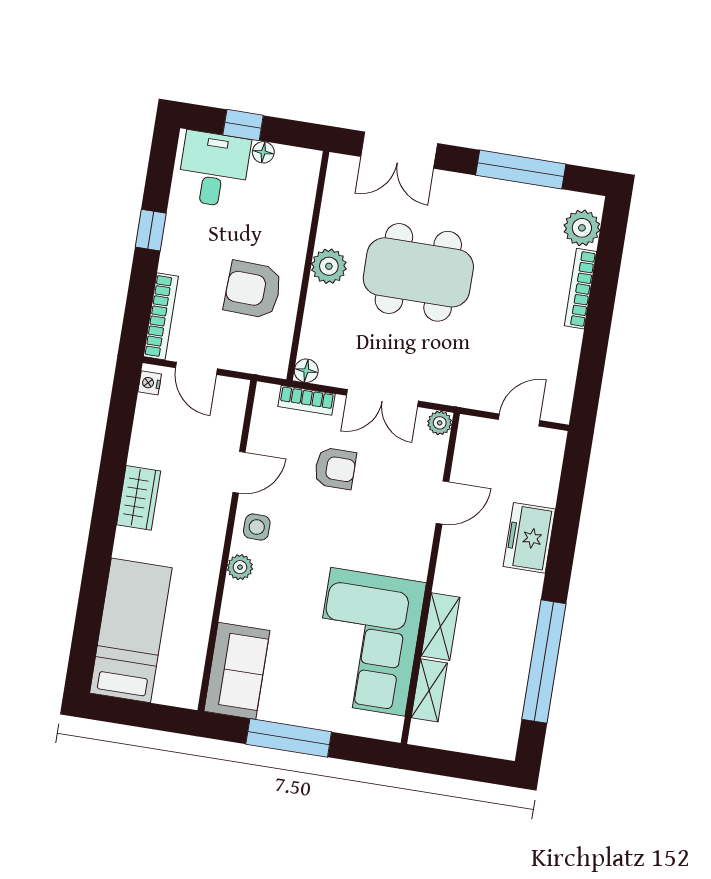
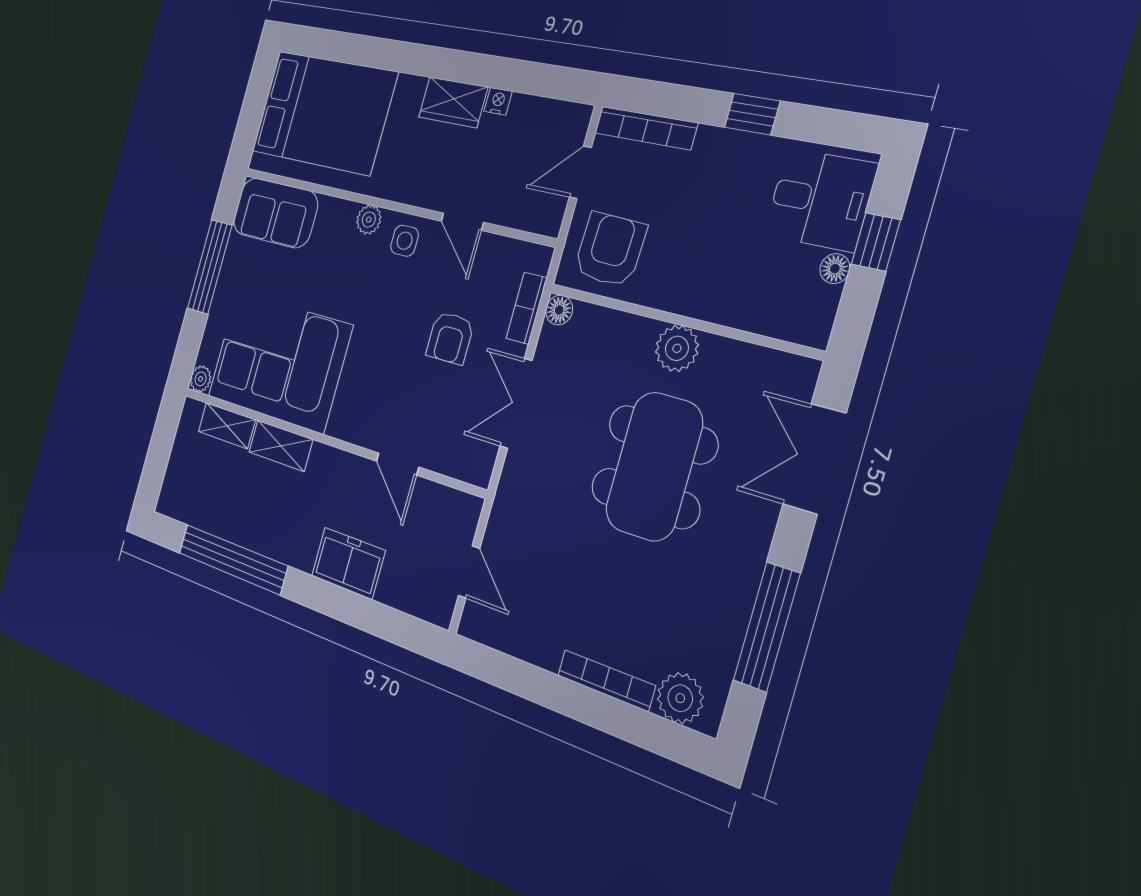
armchair: (253, 290) -> (610, 250), moved
nightstand: (150, 383) -> (498, 101), moved
plant: (440, 423) -> (201, 379), moved
bed: (131, 630) -> (324, 112), width x1.50

